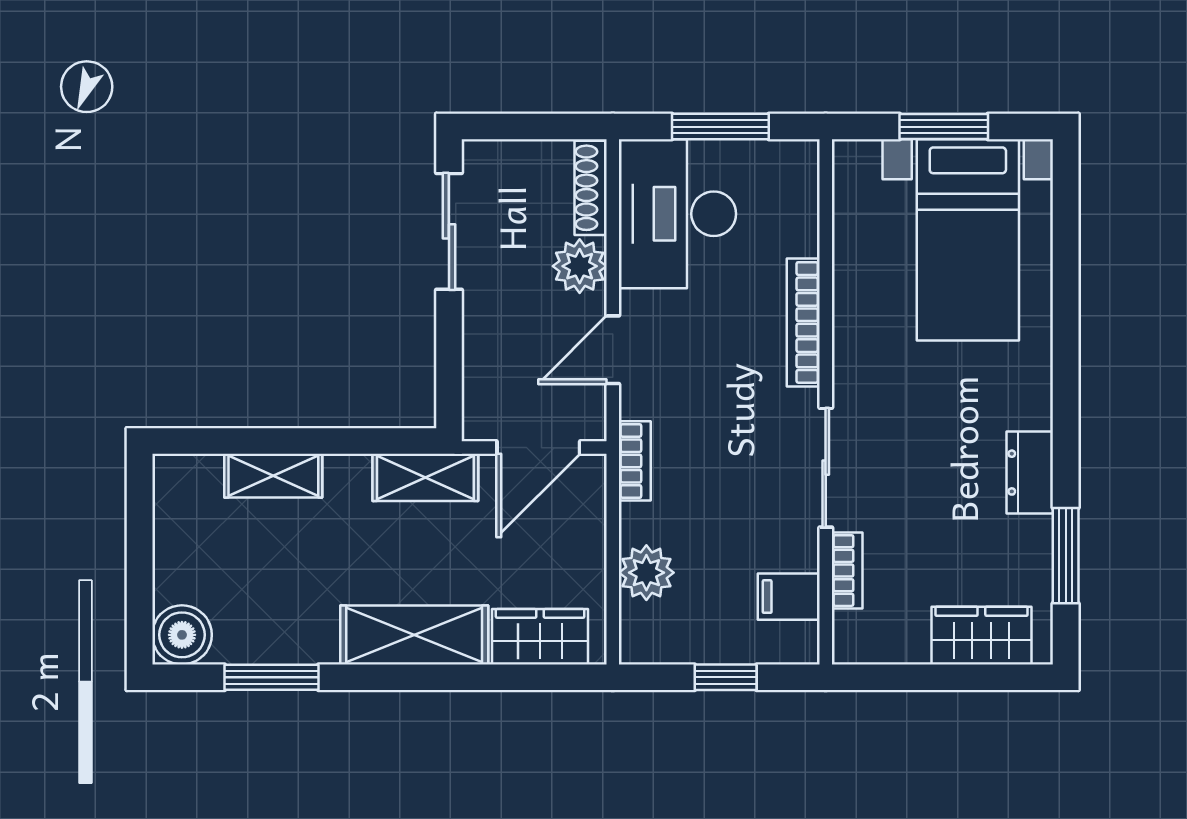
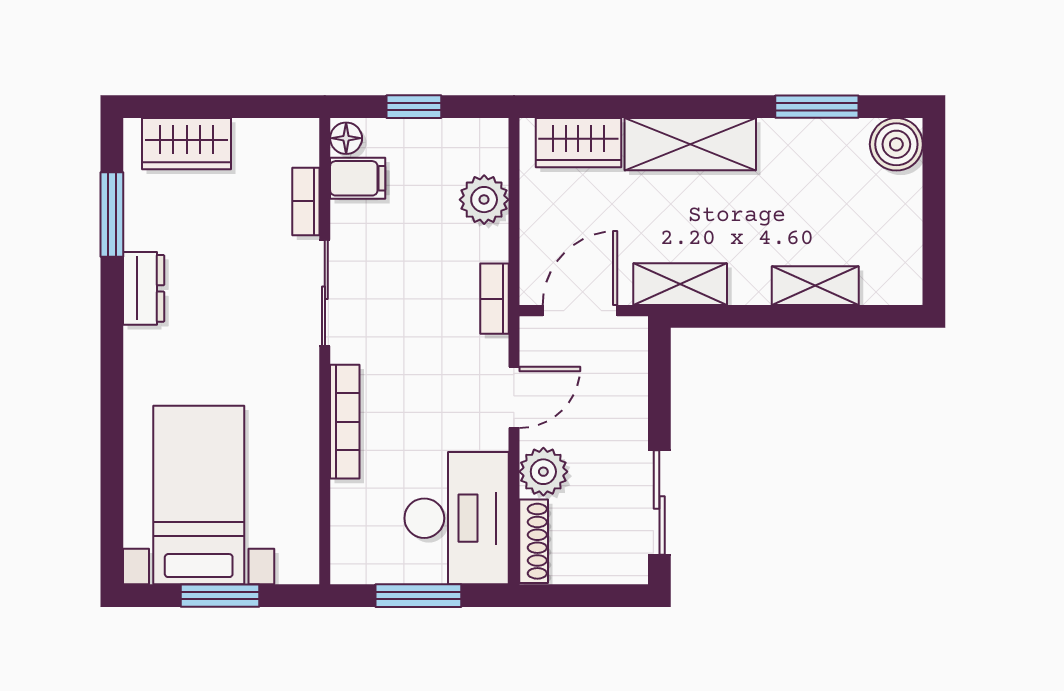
floor lamp: (802, 642) -> (346, 138), added

